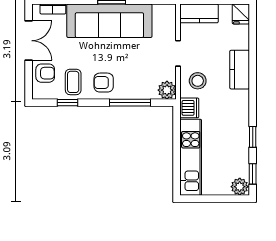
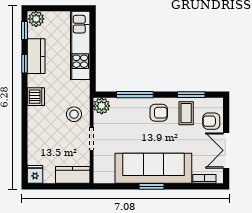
kitchen counter: (240, 70) -> (36, 56), moved
window: (67, 103) -> (191, 95), width x1.50
dishwasher: (189, 108) -> (36, 97), moved, turned 180

